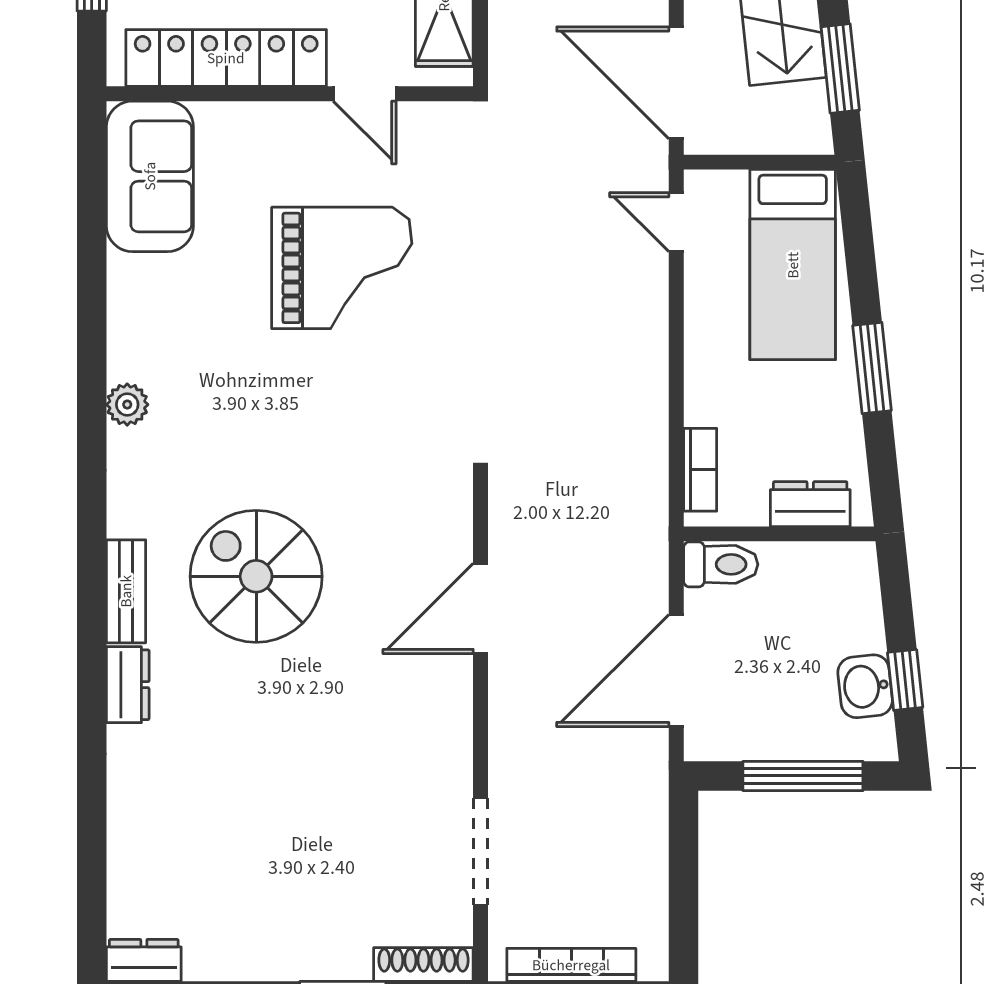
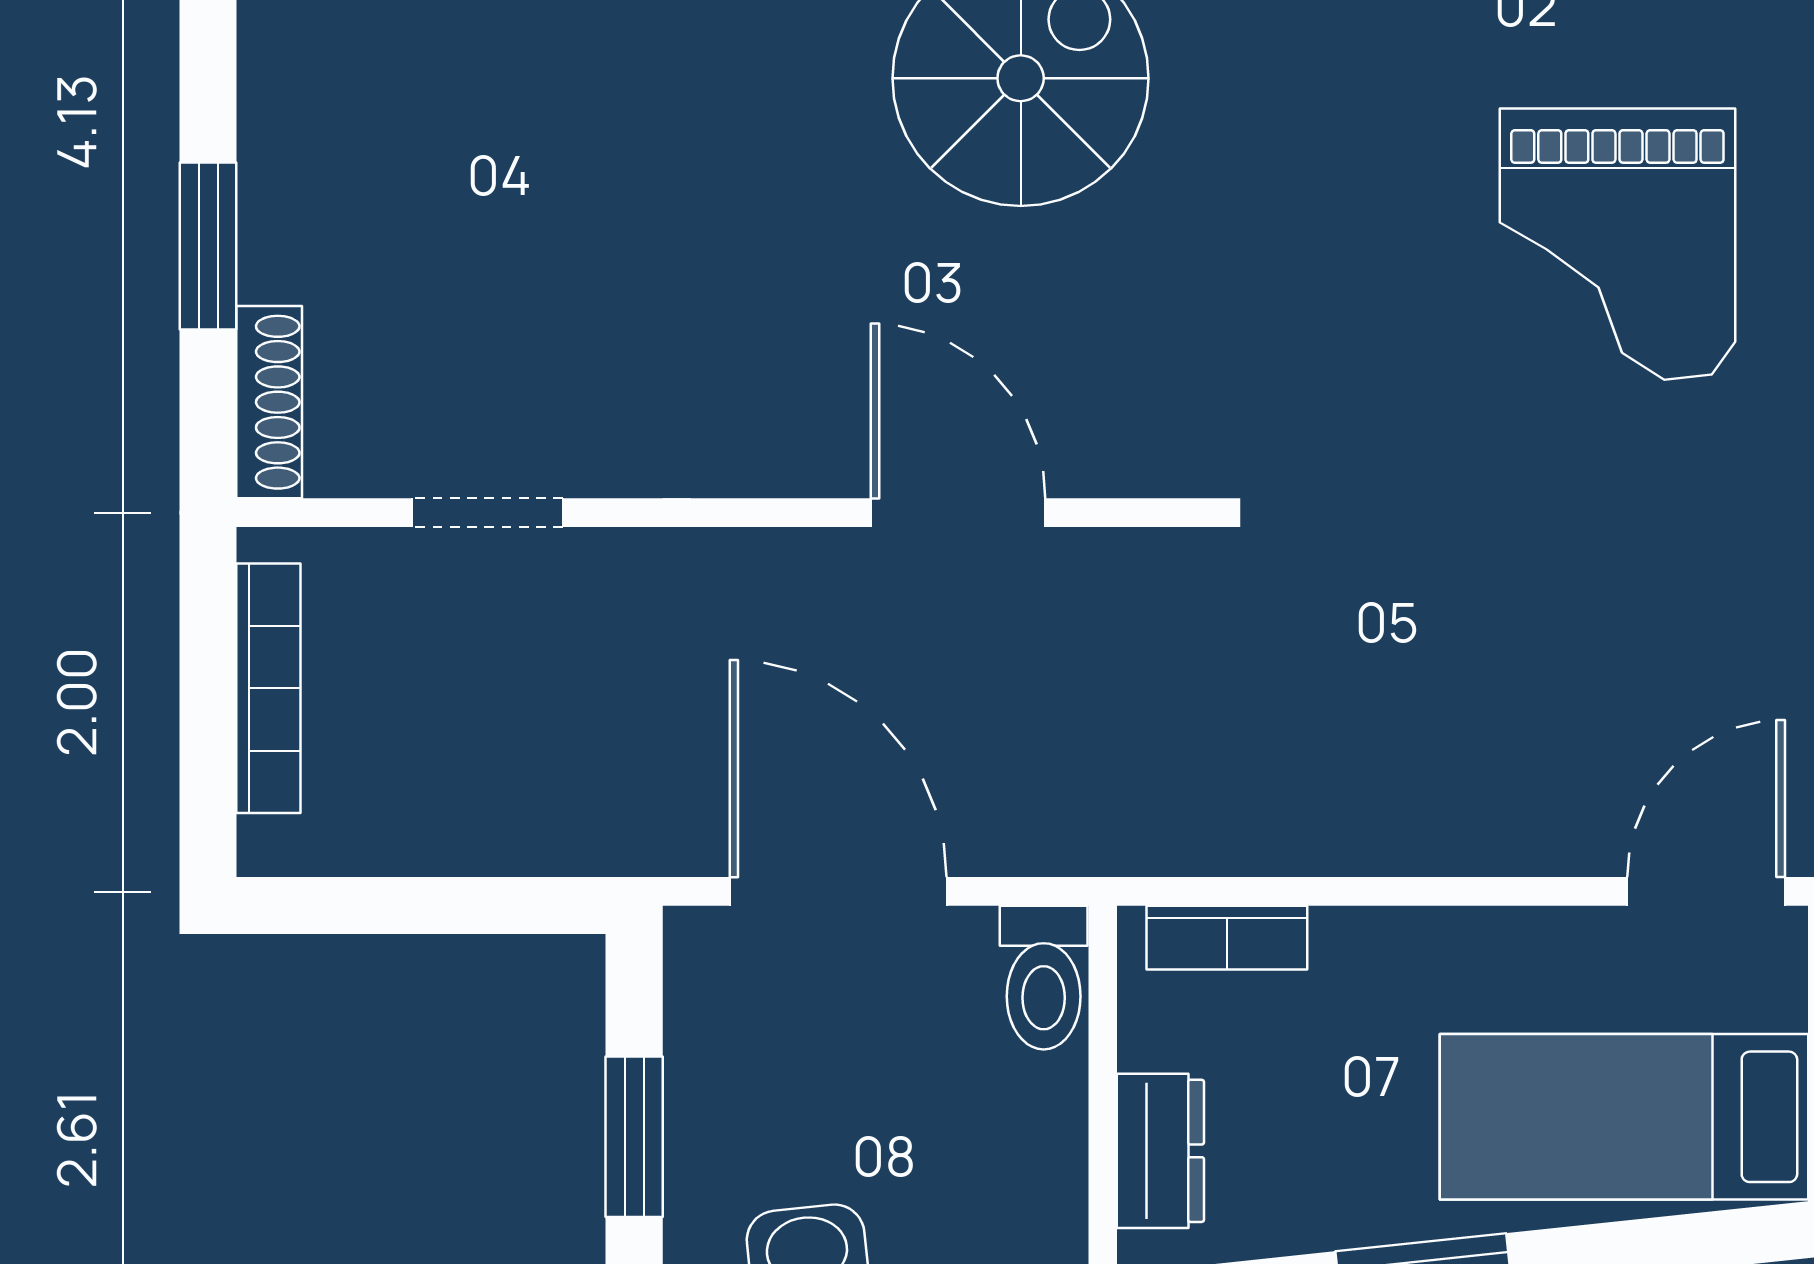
door: (676, 222) -> (1706, 891), width x1.37
window: (803, 776) -> (634, 1137), width x0.69
doorway: (481, 852) -> (488, 513), width x0.73

